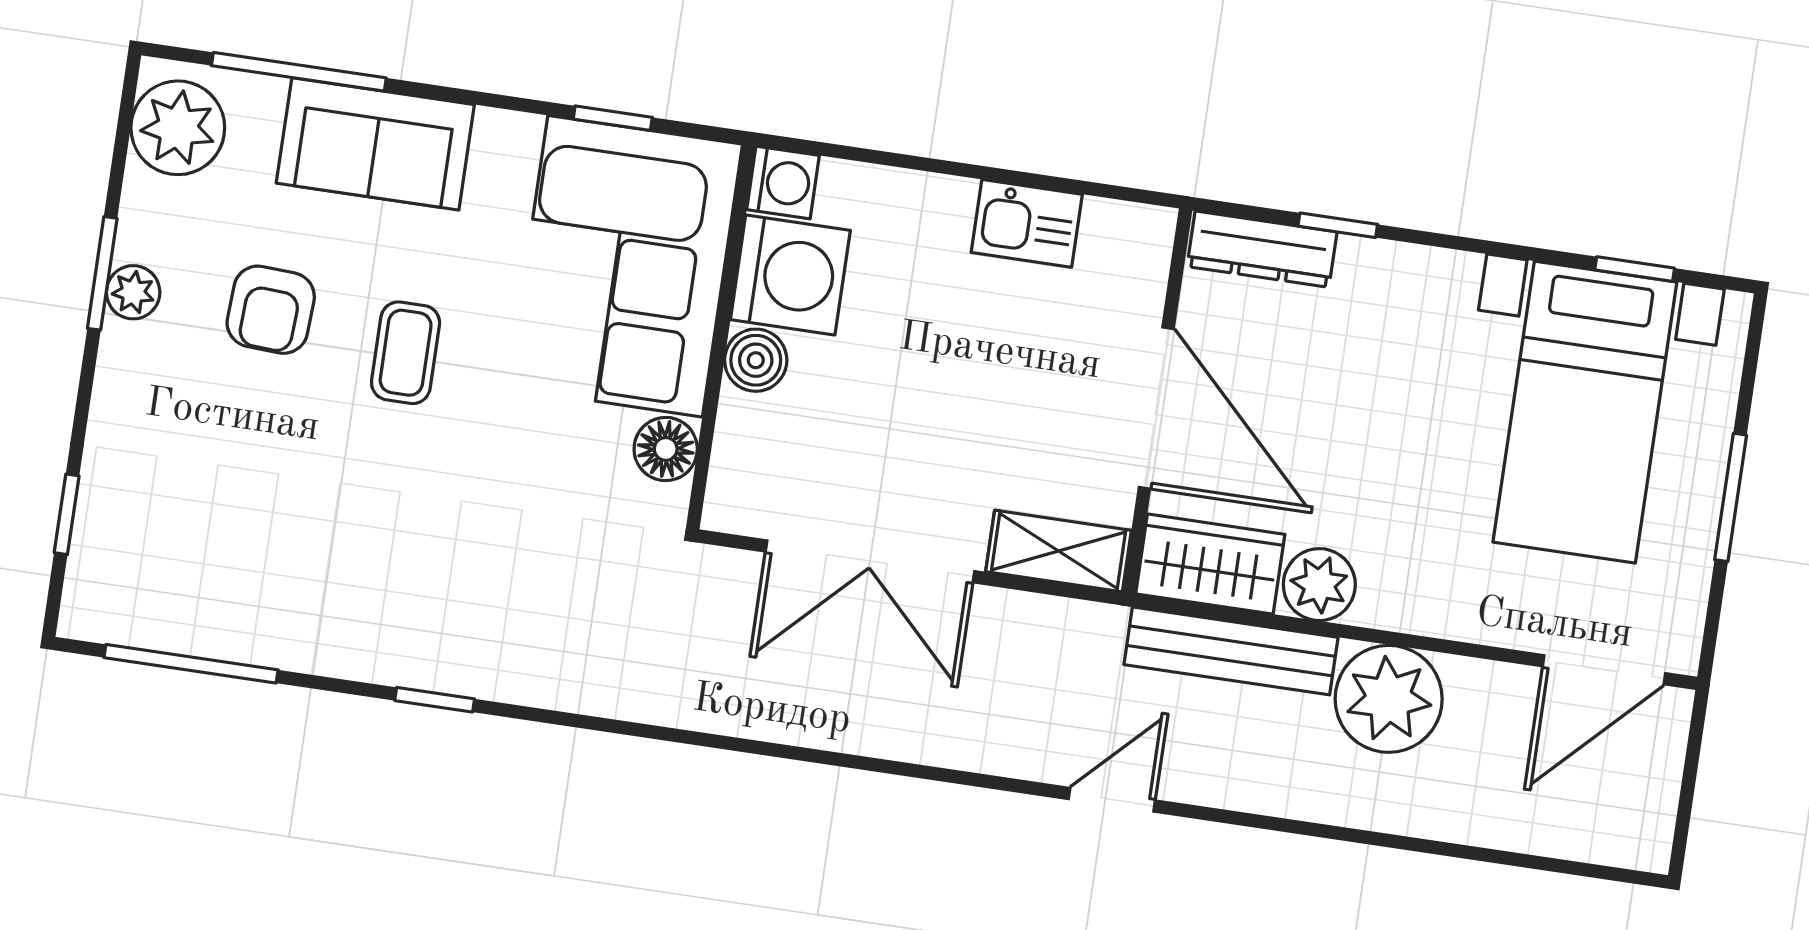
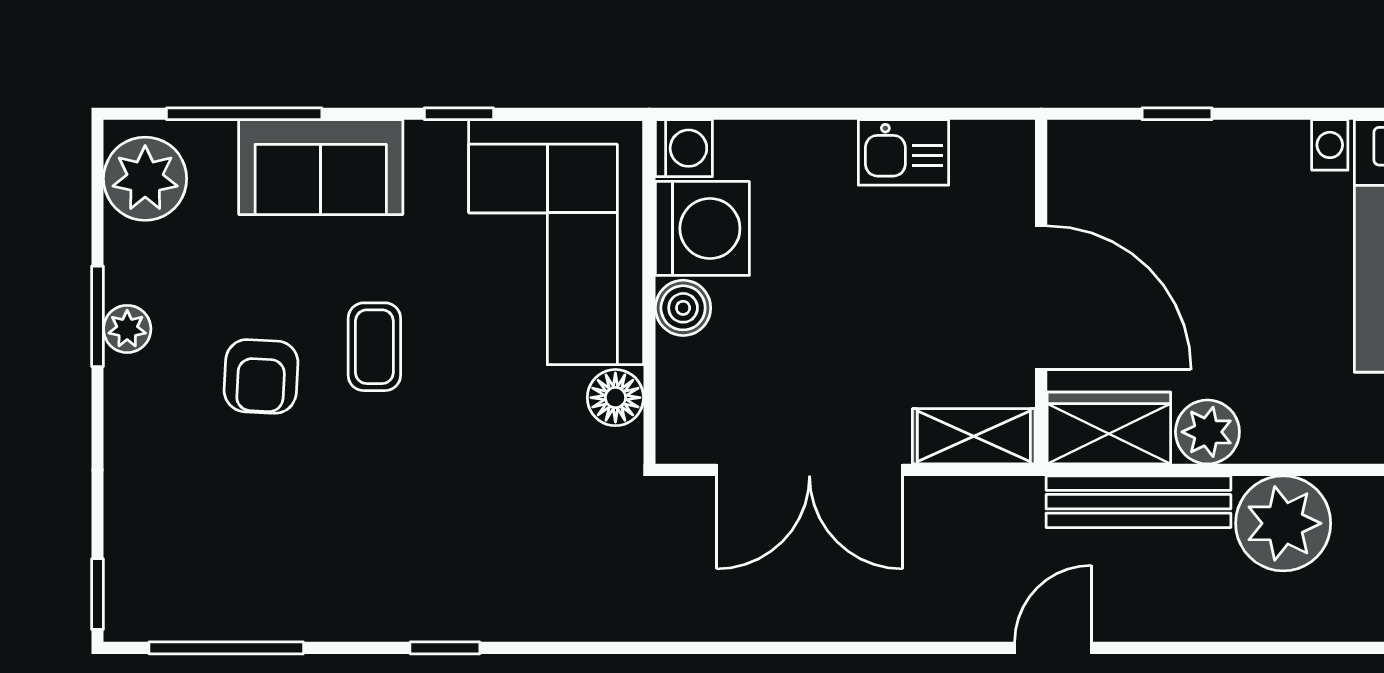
window: (613, 118) -> (459, 114), moved
dresser: (1262, 249) -> (1114, 145), removed
armchair: (271, 310) -> (261, 376), moved
window: (67, 514) -> (98, 594), moved

